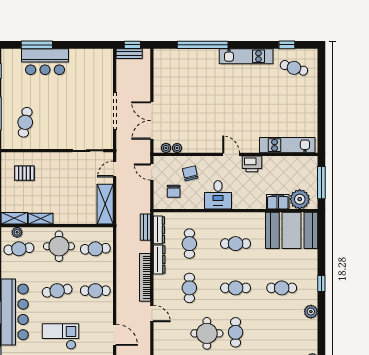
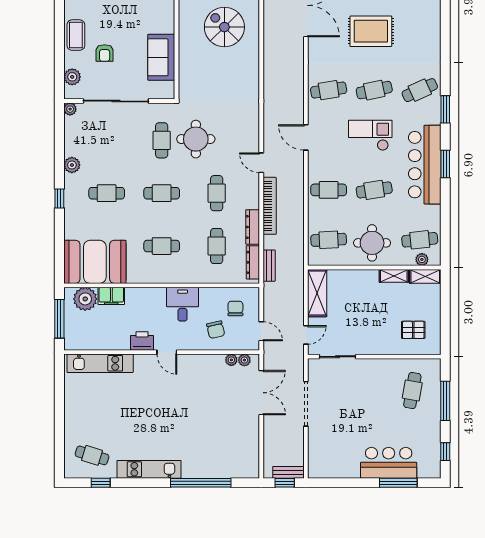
checkout: (60, 337) -> (370, 135), turned 180

